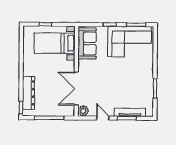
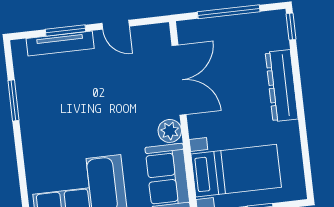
dresser: (28, 93) -> (282, 86), moved
plant: (83, 111) -> (170, 131), moved

